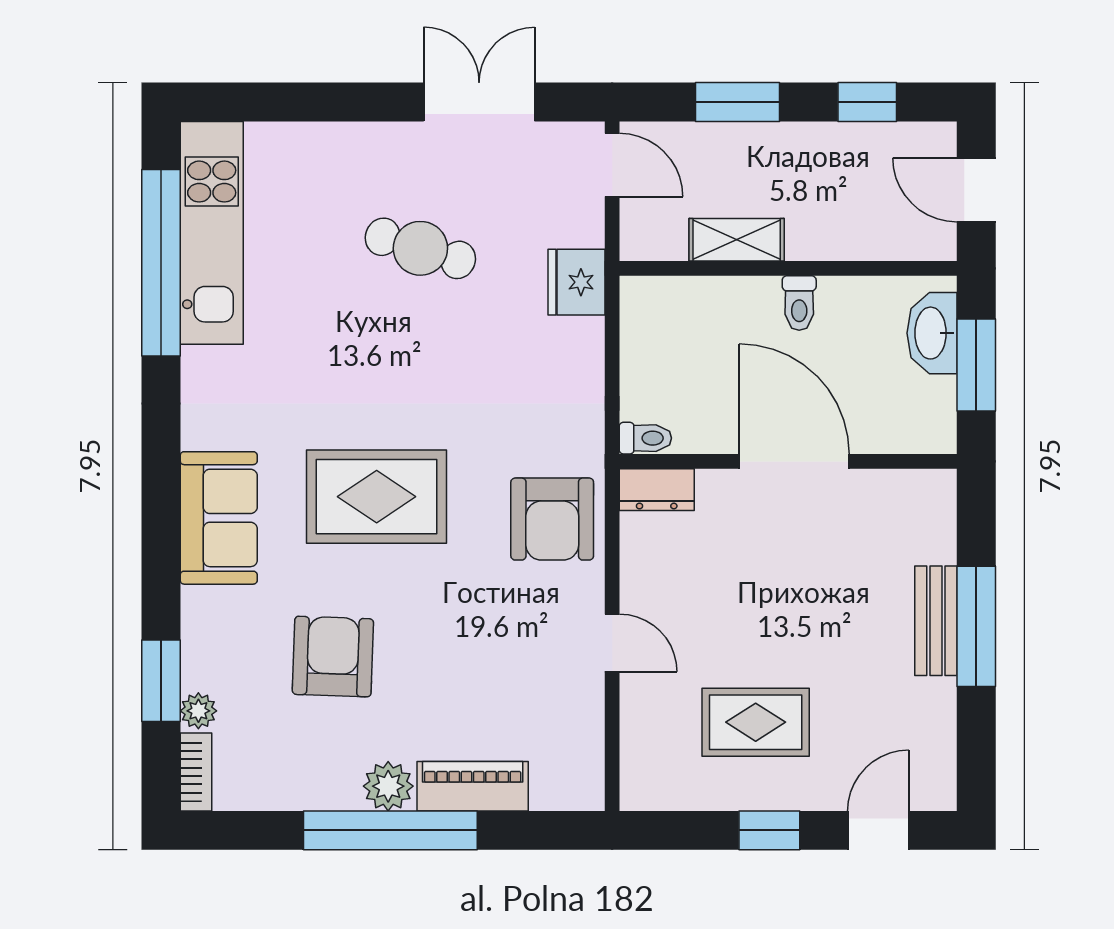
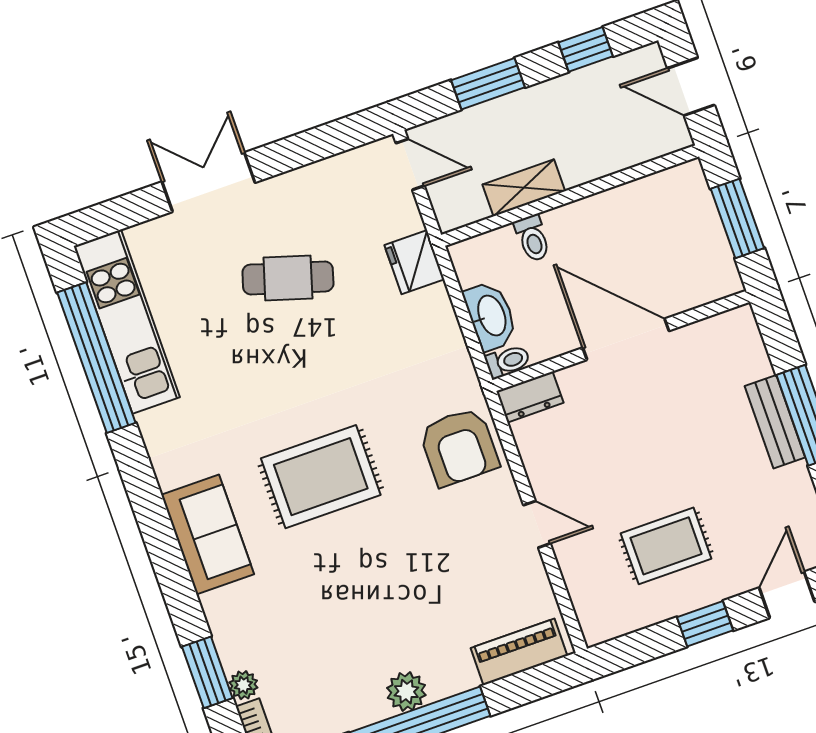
double door: (479, 102) -> (208, 182), moved
toilet: (799, 303) -> (532, 238), moved
washbasin: (932, 333) -> (491, 316), moved, turned 180
armchair: (333, 657) -> (330, 609), removed
piano: (473, 786) -> (519, 652), moved

